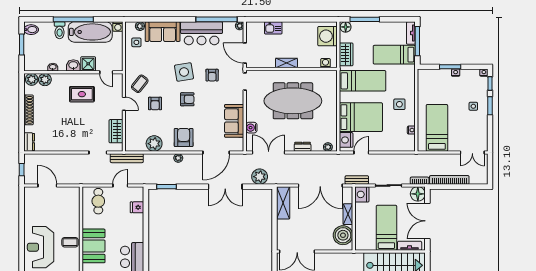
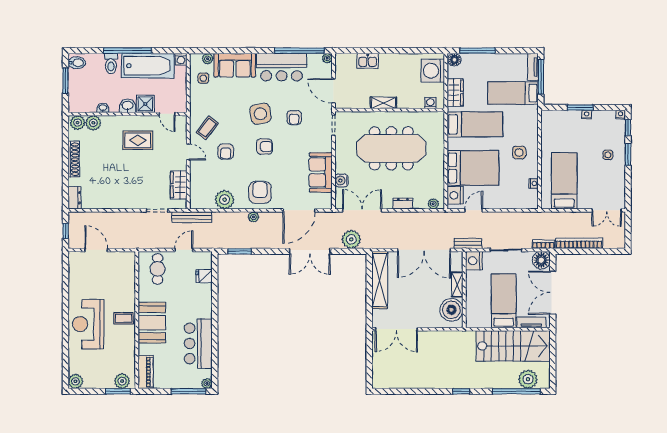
shelving: (283, 203) -> (380, 280), width x1.47

